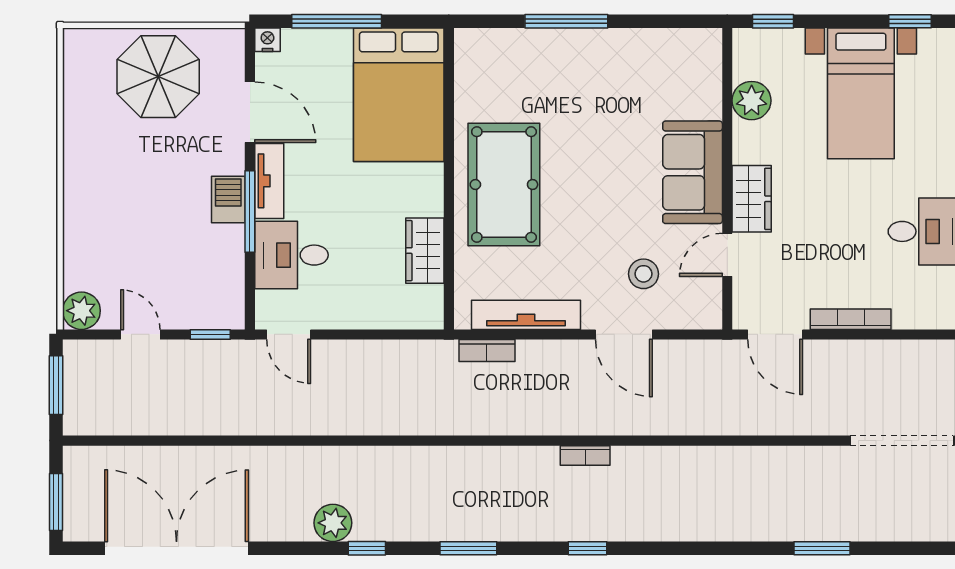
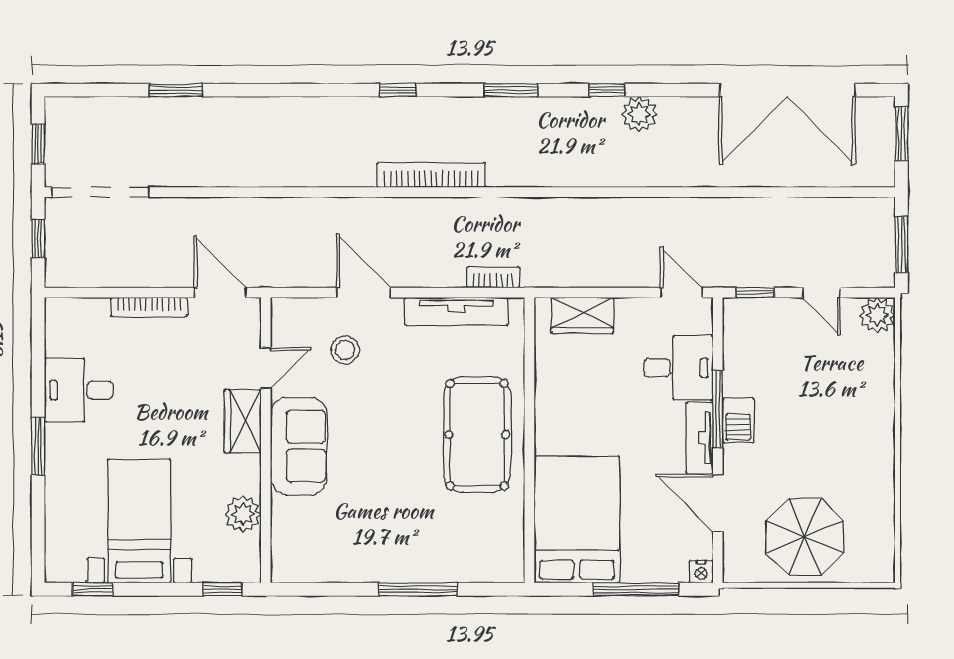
wardrobe: (425, 251) -> (582, 315), moved, turned 90
bookcase: (585, 455) -> (431, 175), width x2.31, depth x1.31

